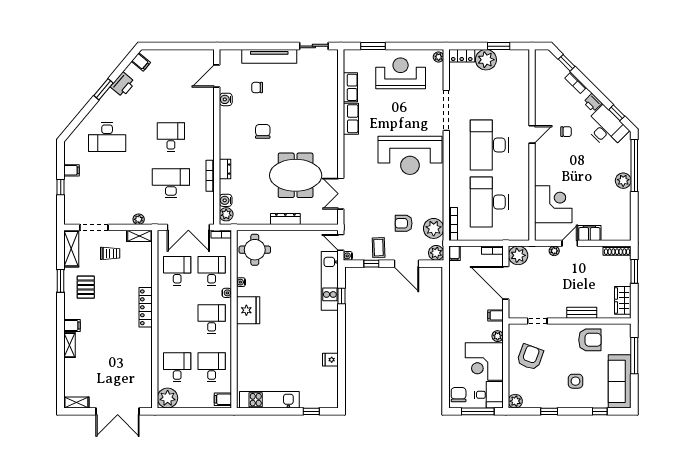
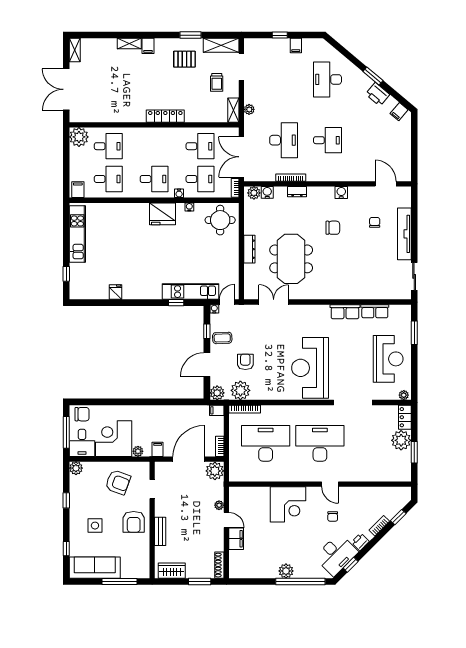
water cooler: (226, 99) -> (341, 192), moved
corner desk: (553, 204) -> (288, 504), moved
armchair: (590, 340) -> (134, 522), moved

